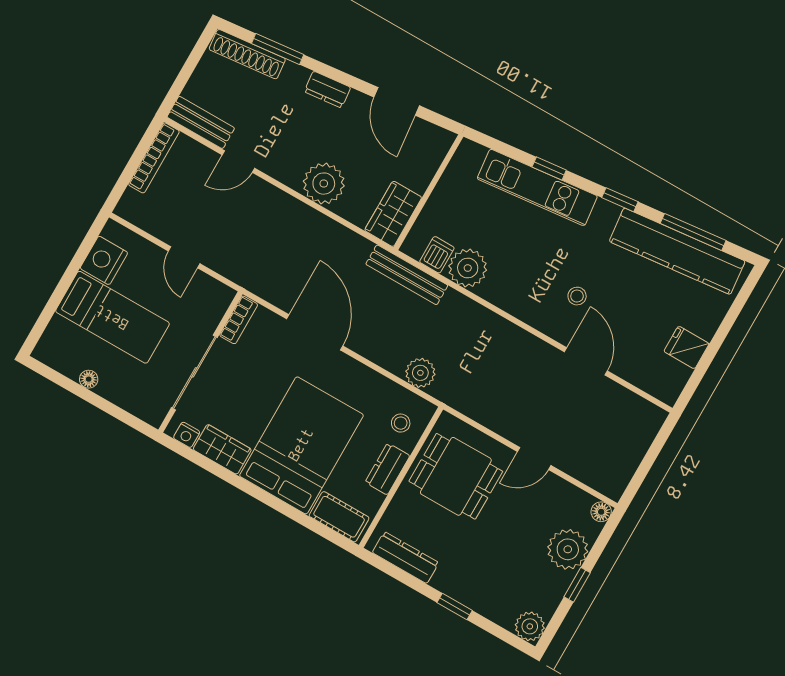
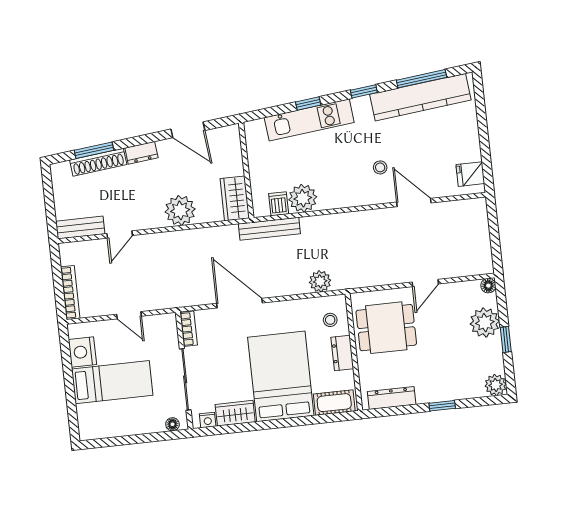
shoe rack: (247, 54) -> (98, 162), moved
bookcase: (154, 158) -> (70, 293), moved
fridge: (687, 347) -> (470, 174), moved
floor lamp: (89, 379) -> (173, 424), moved

